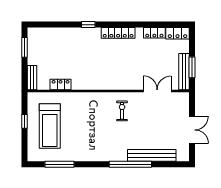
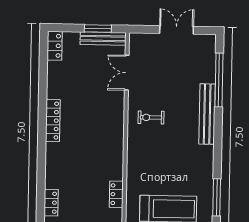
window: (88, 25) -> (41, 158), removed
locker: (154, 33) -> (51, 203), moved
bench: (152, 155) -> (207, 114), moved
window: (130, 164) -> (219, 80), moved

